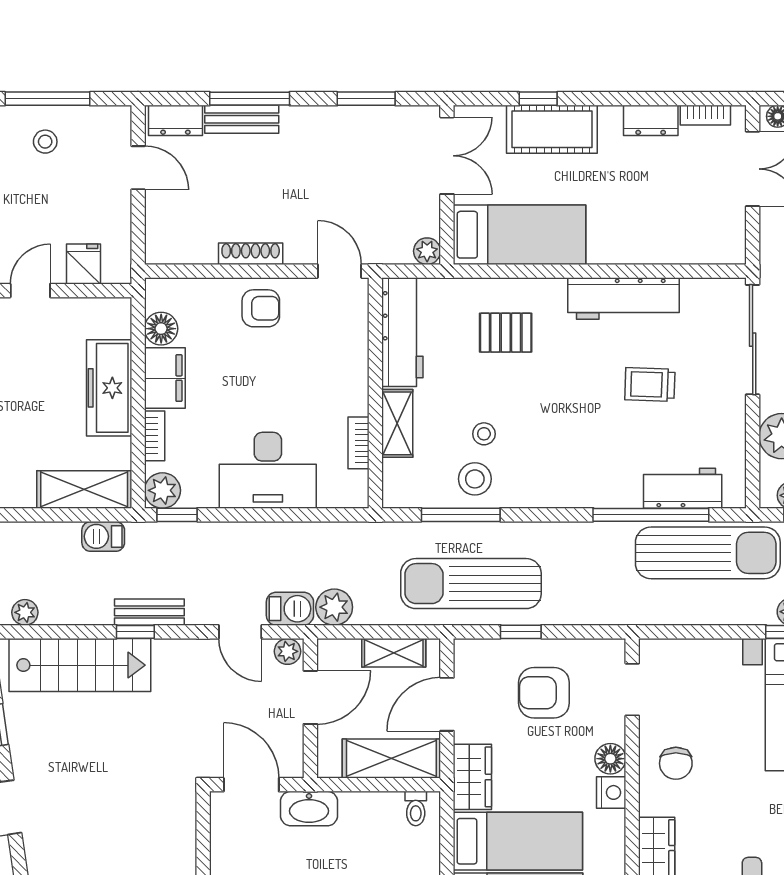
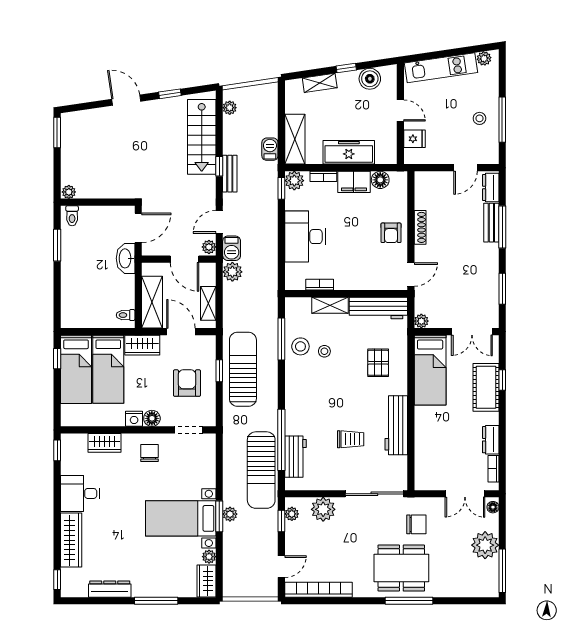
trolley: (650, 384) -> (351, 439), turned 88
sun lounger: (471, 584) -> (243, 369), moved
chair: (676, 763) -> (150, 453), turned 90

